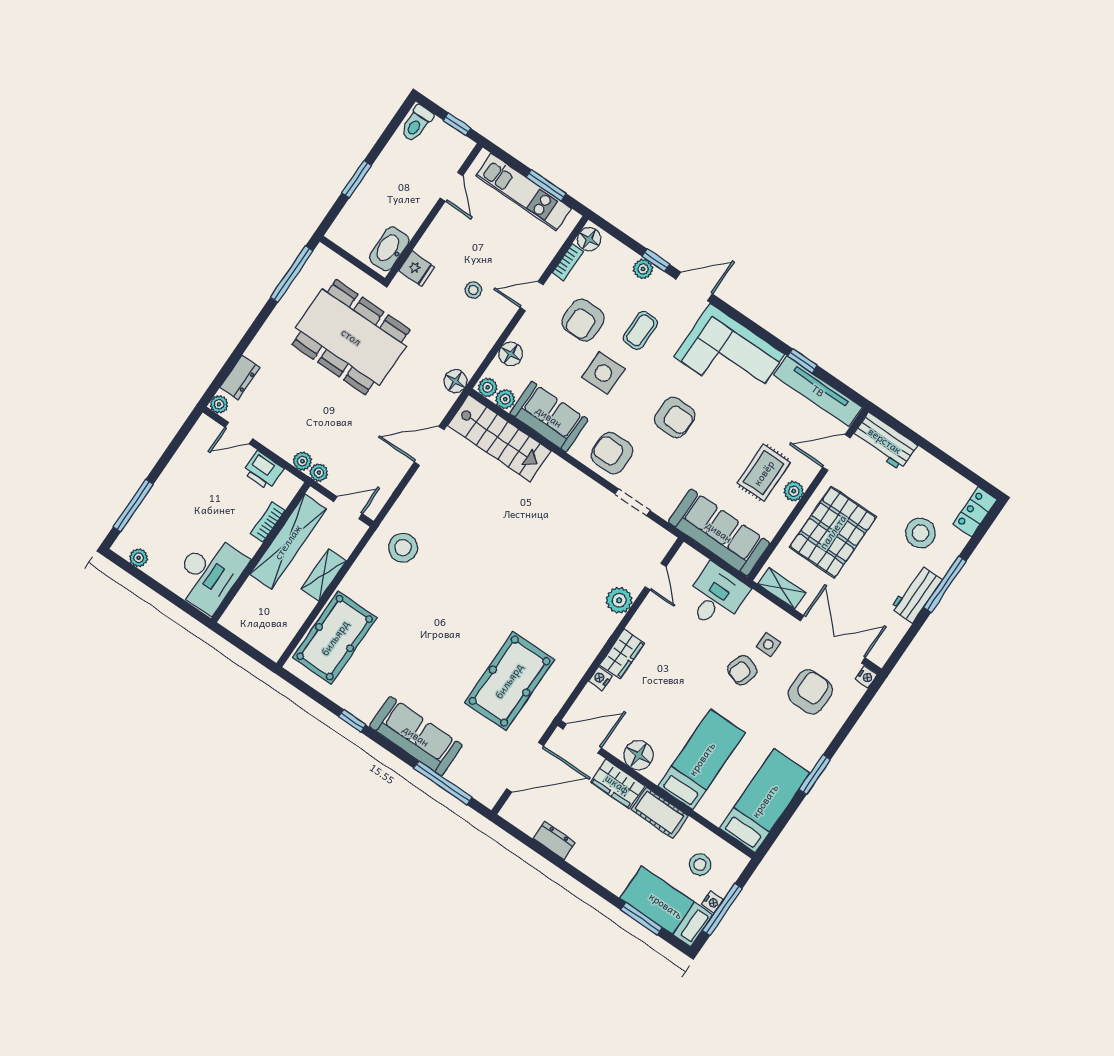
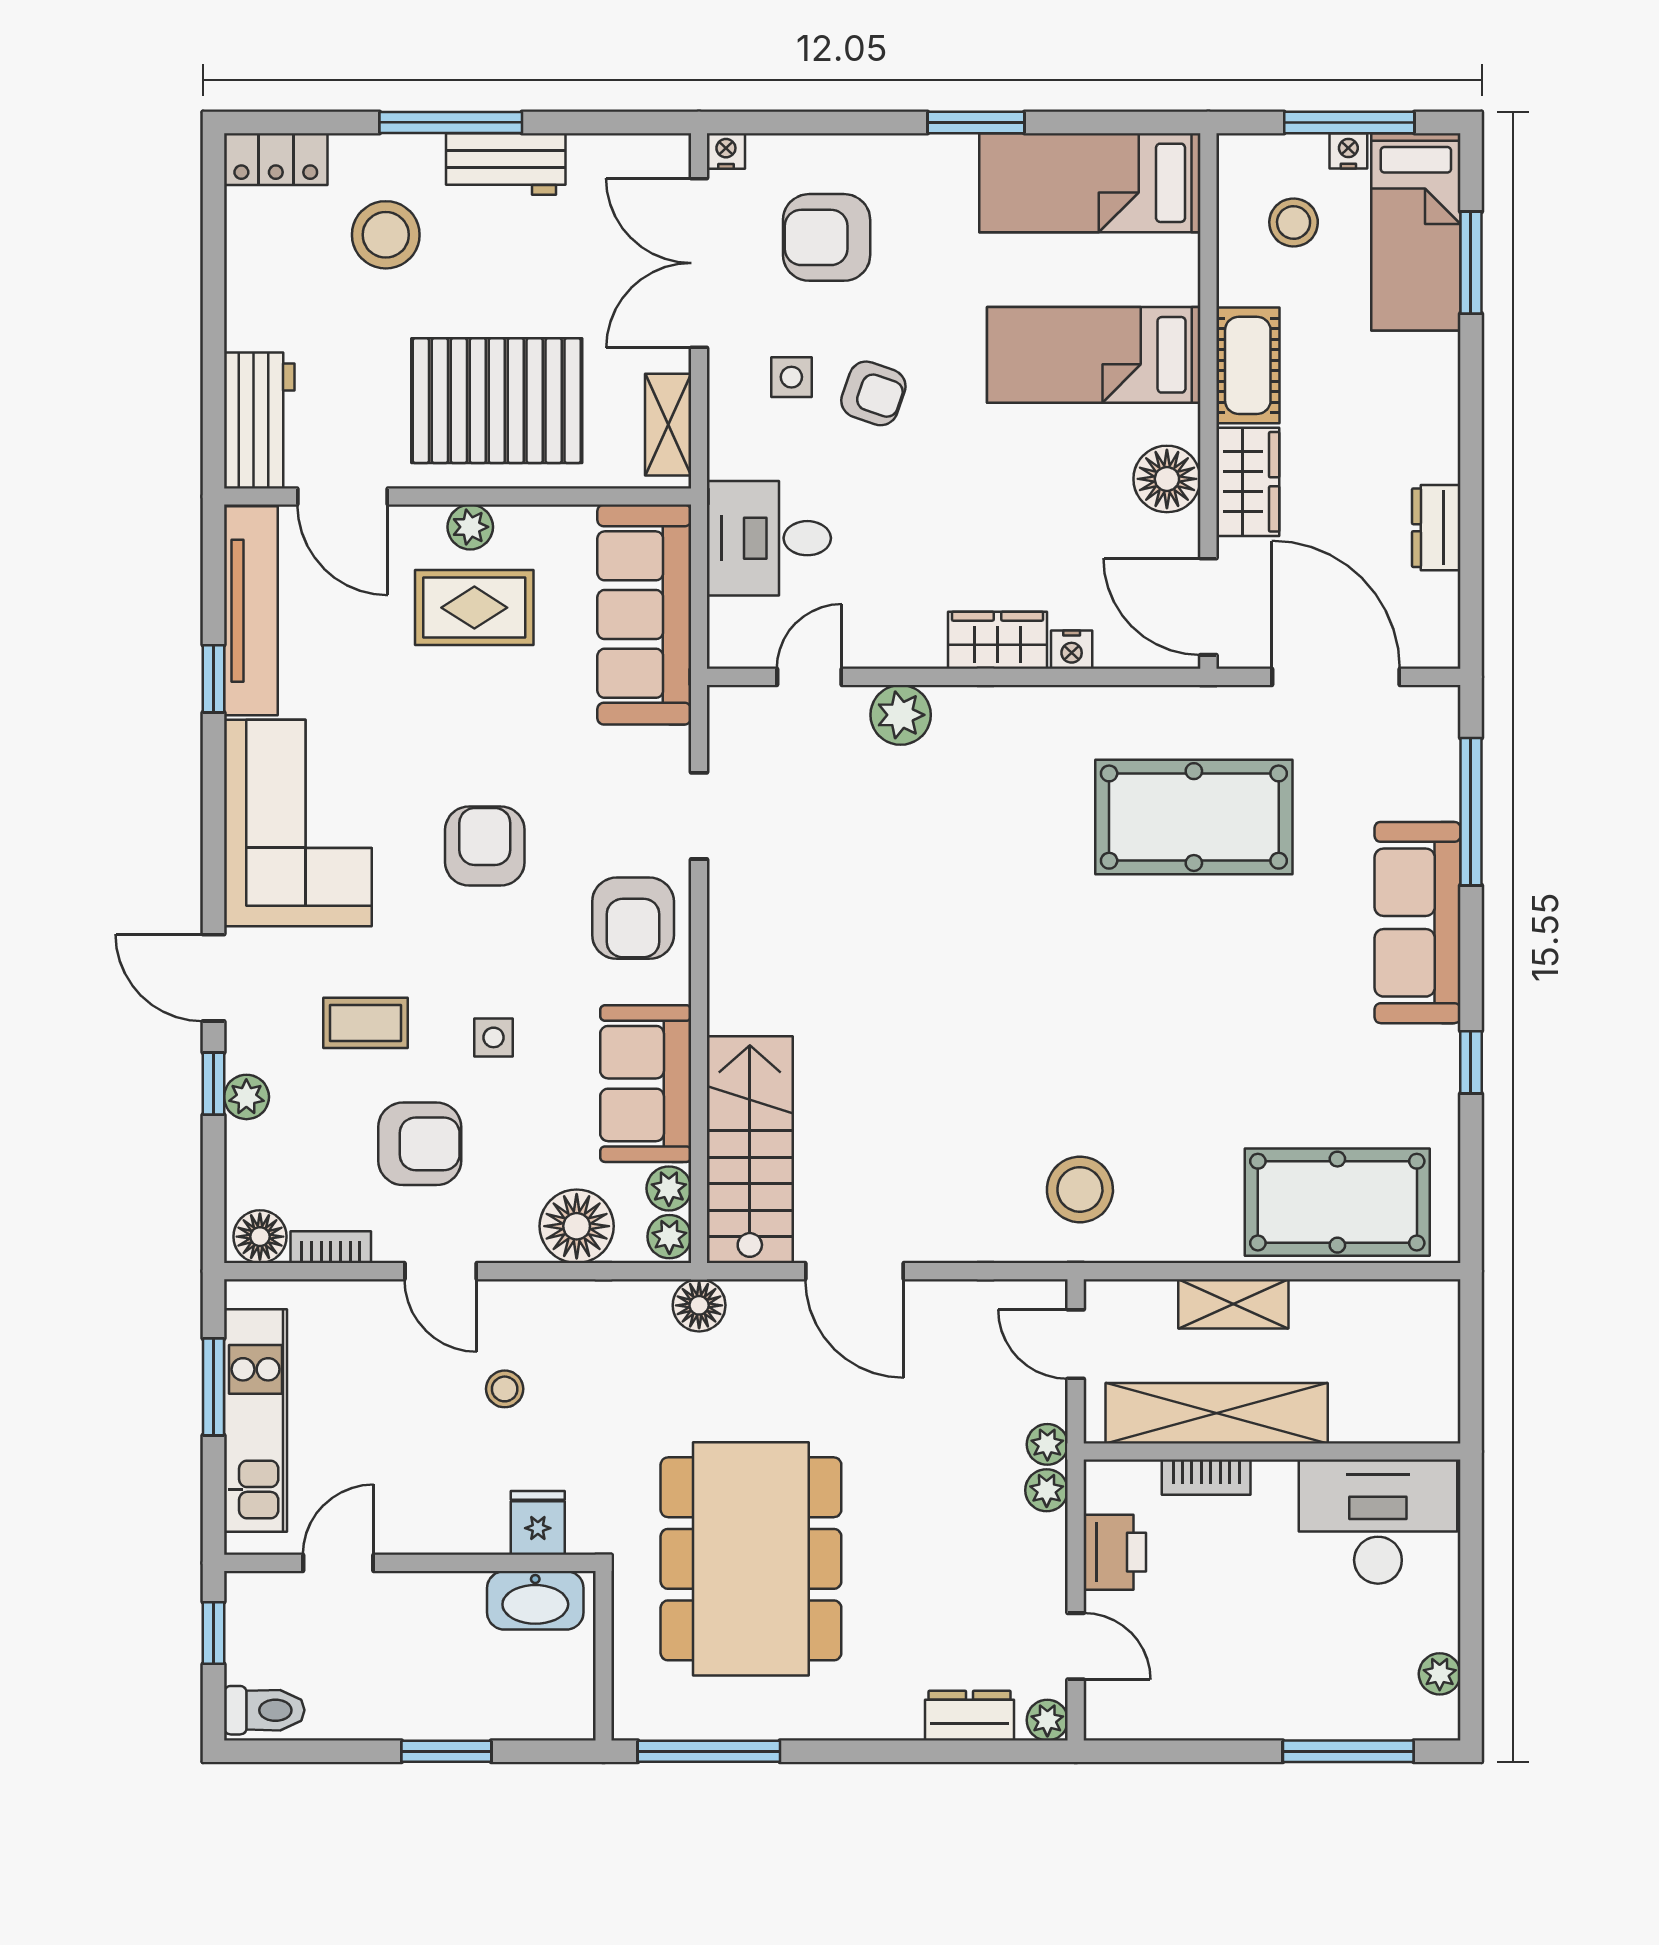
floor lamp: (511, 354) -> (577, 1226), width x1.38, depth x1.38
side table: (603, 373) -> (494, 1037), width x0.54, depth x0.54

